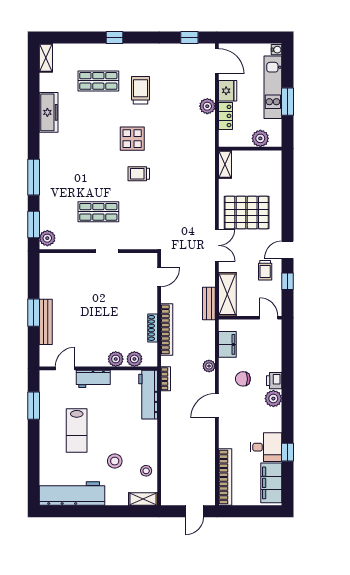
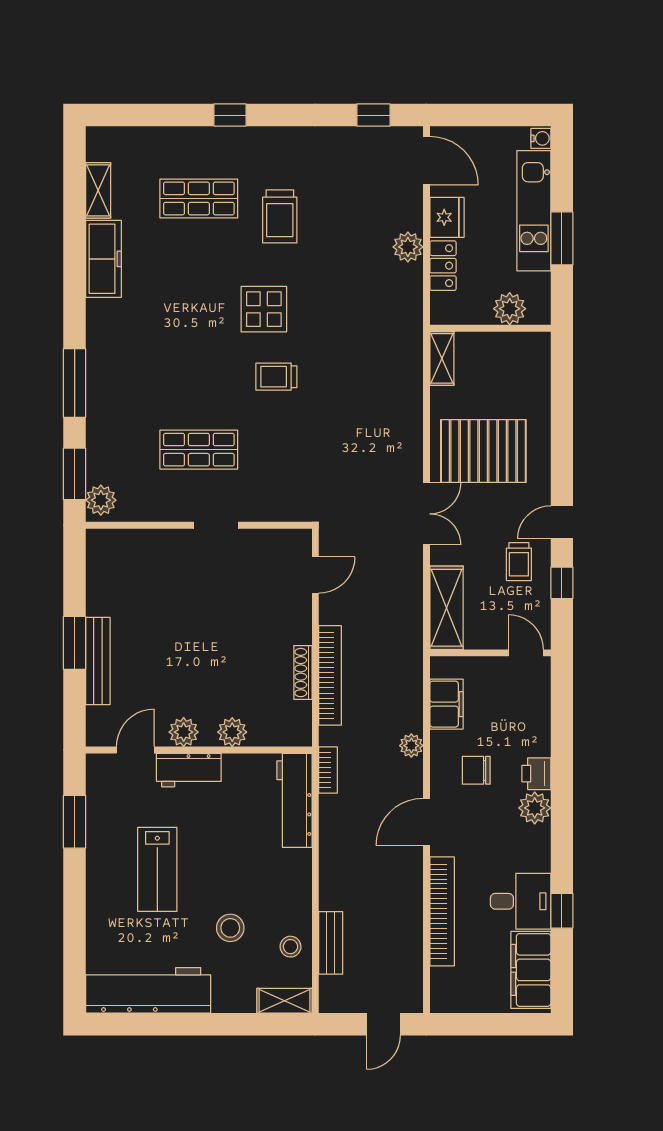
shelving: (46, 58) -> (98, 190), moved
trolley: (141, 90) -> (280, 216), turned 180
bench: (209, 304) -> (331, 943), moved
plant: (134, 359) -> (184, 732), moved
bookcase: (225, 477) -> (442, 911), moved

